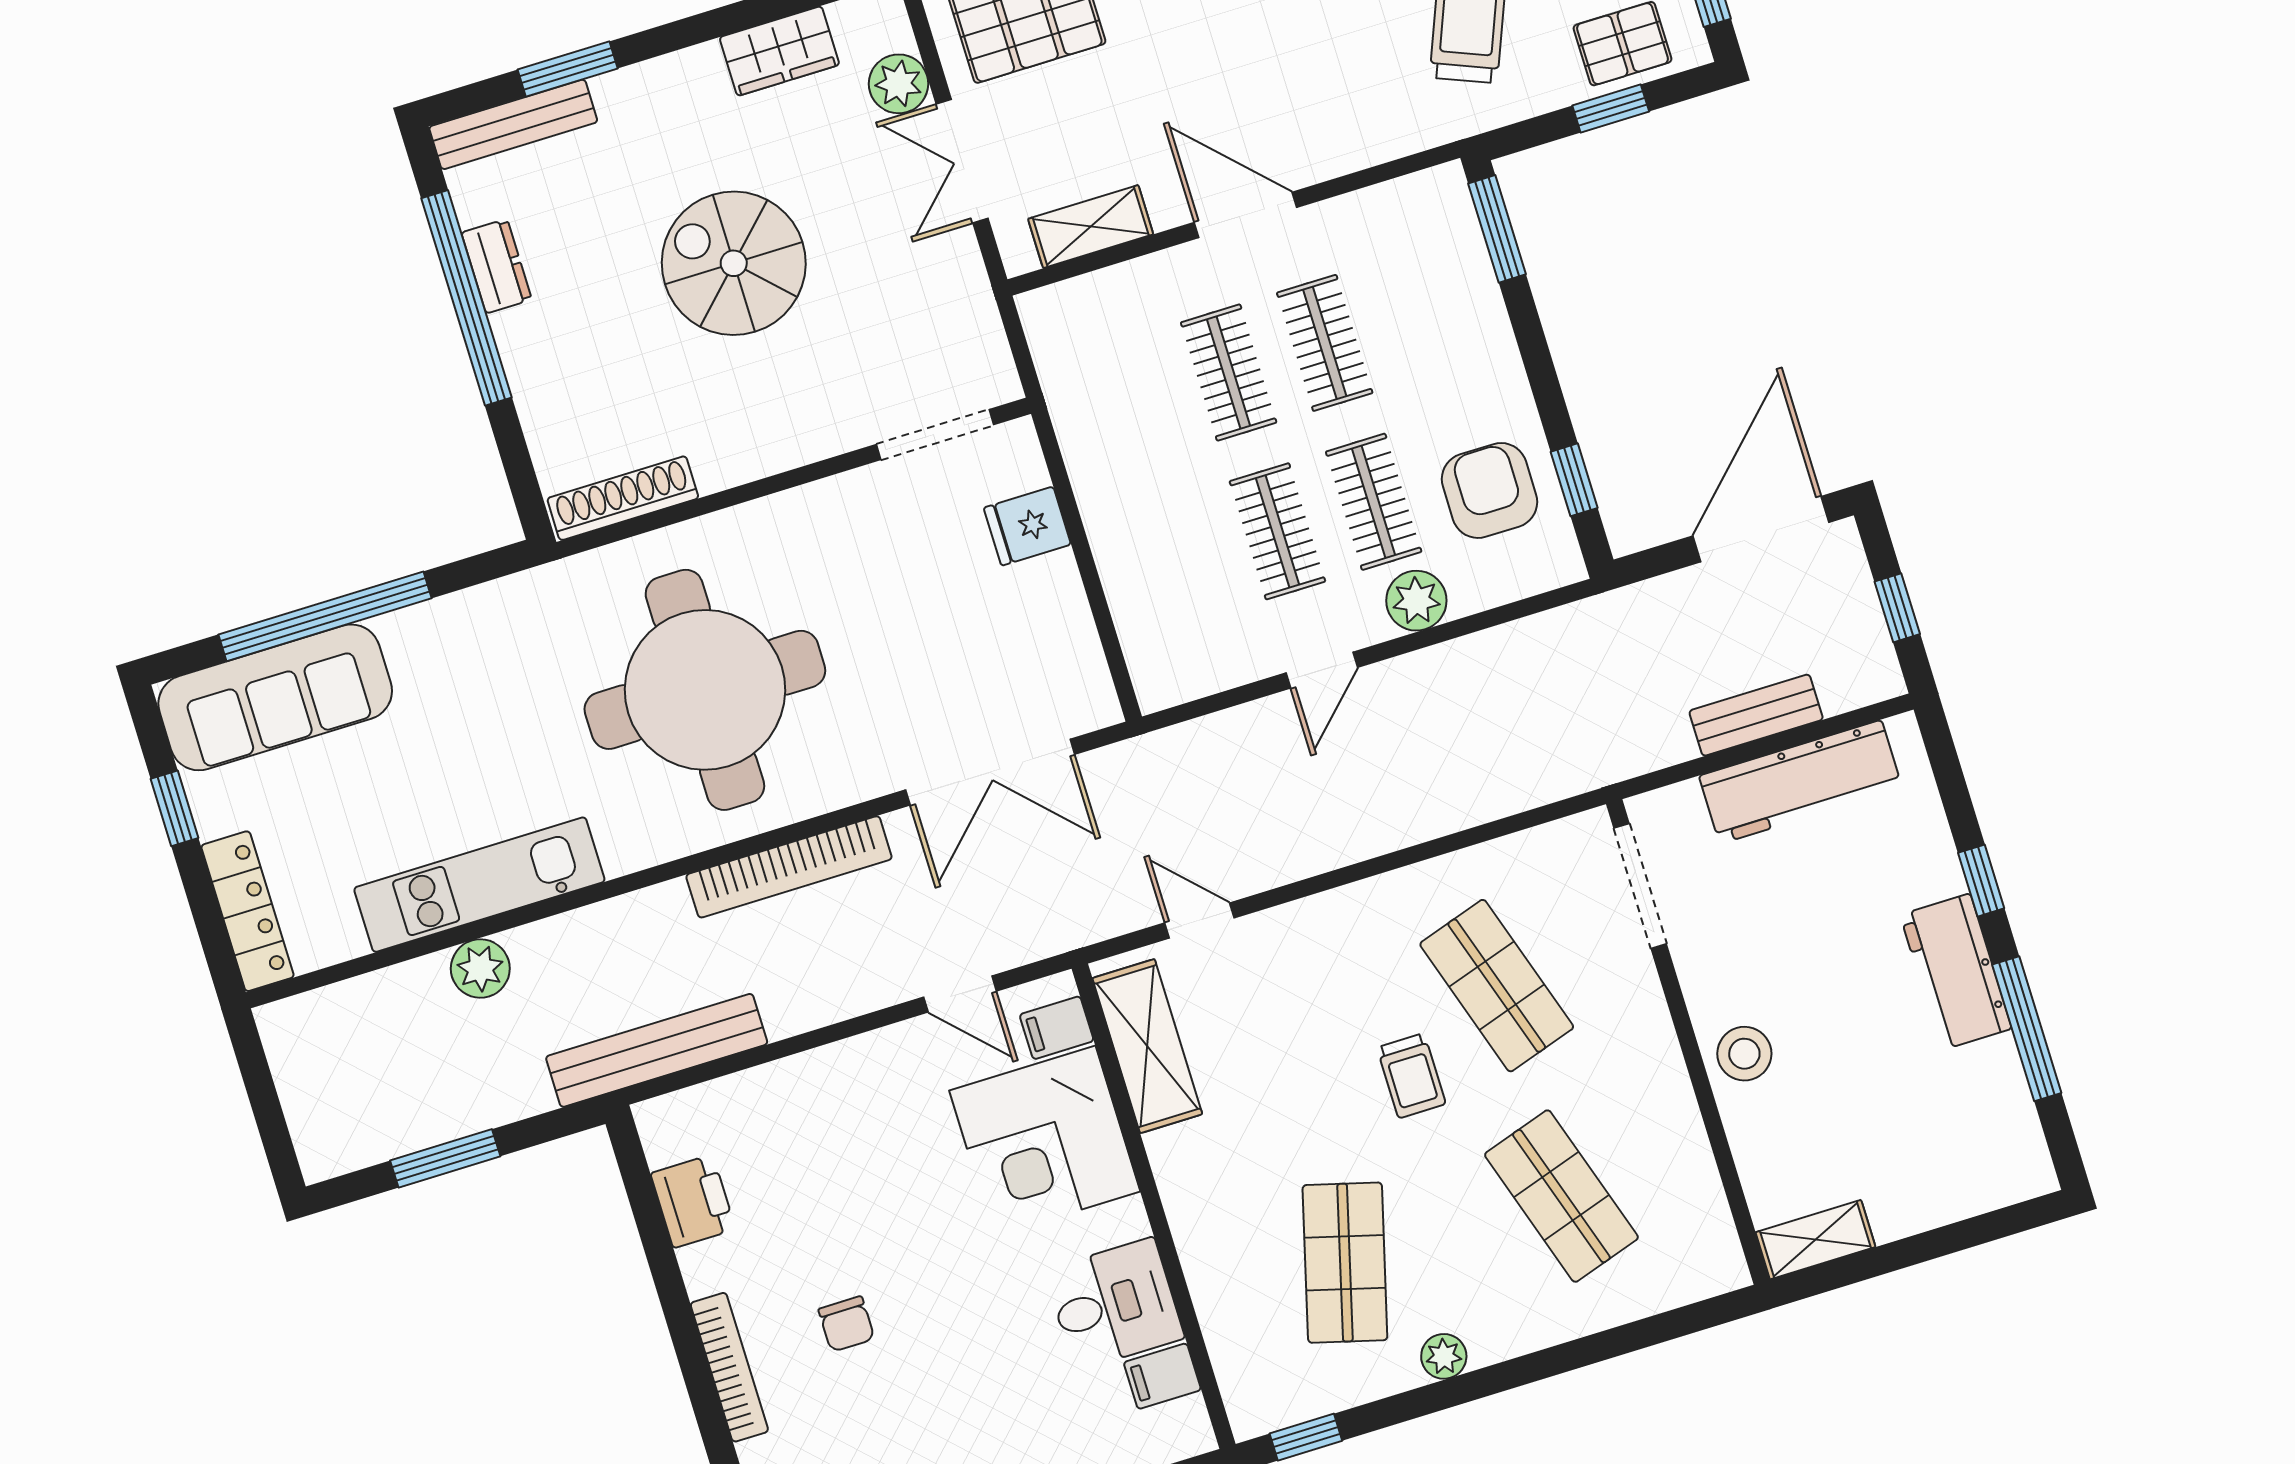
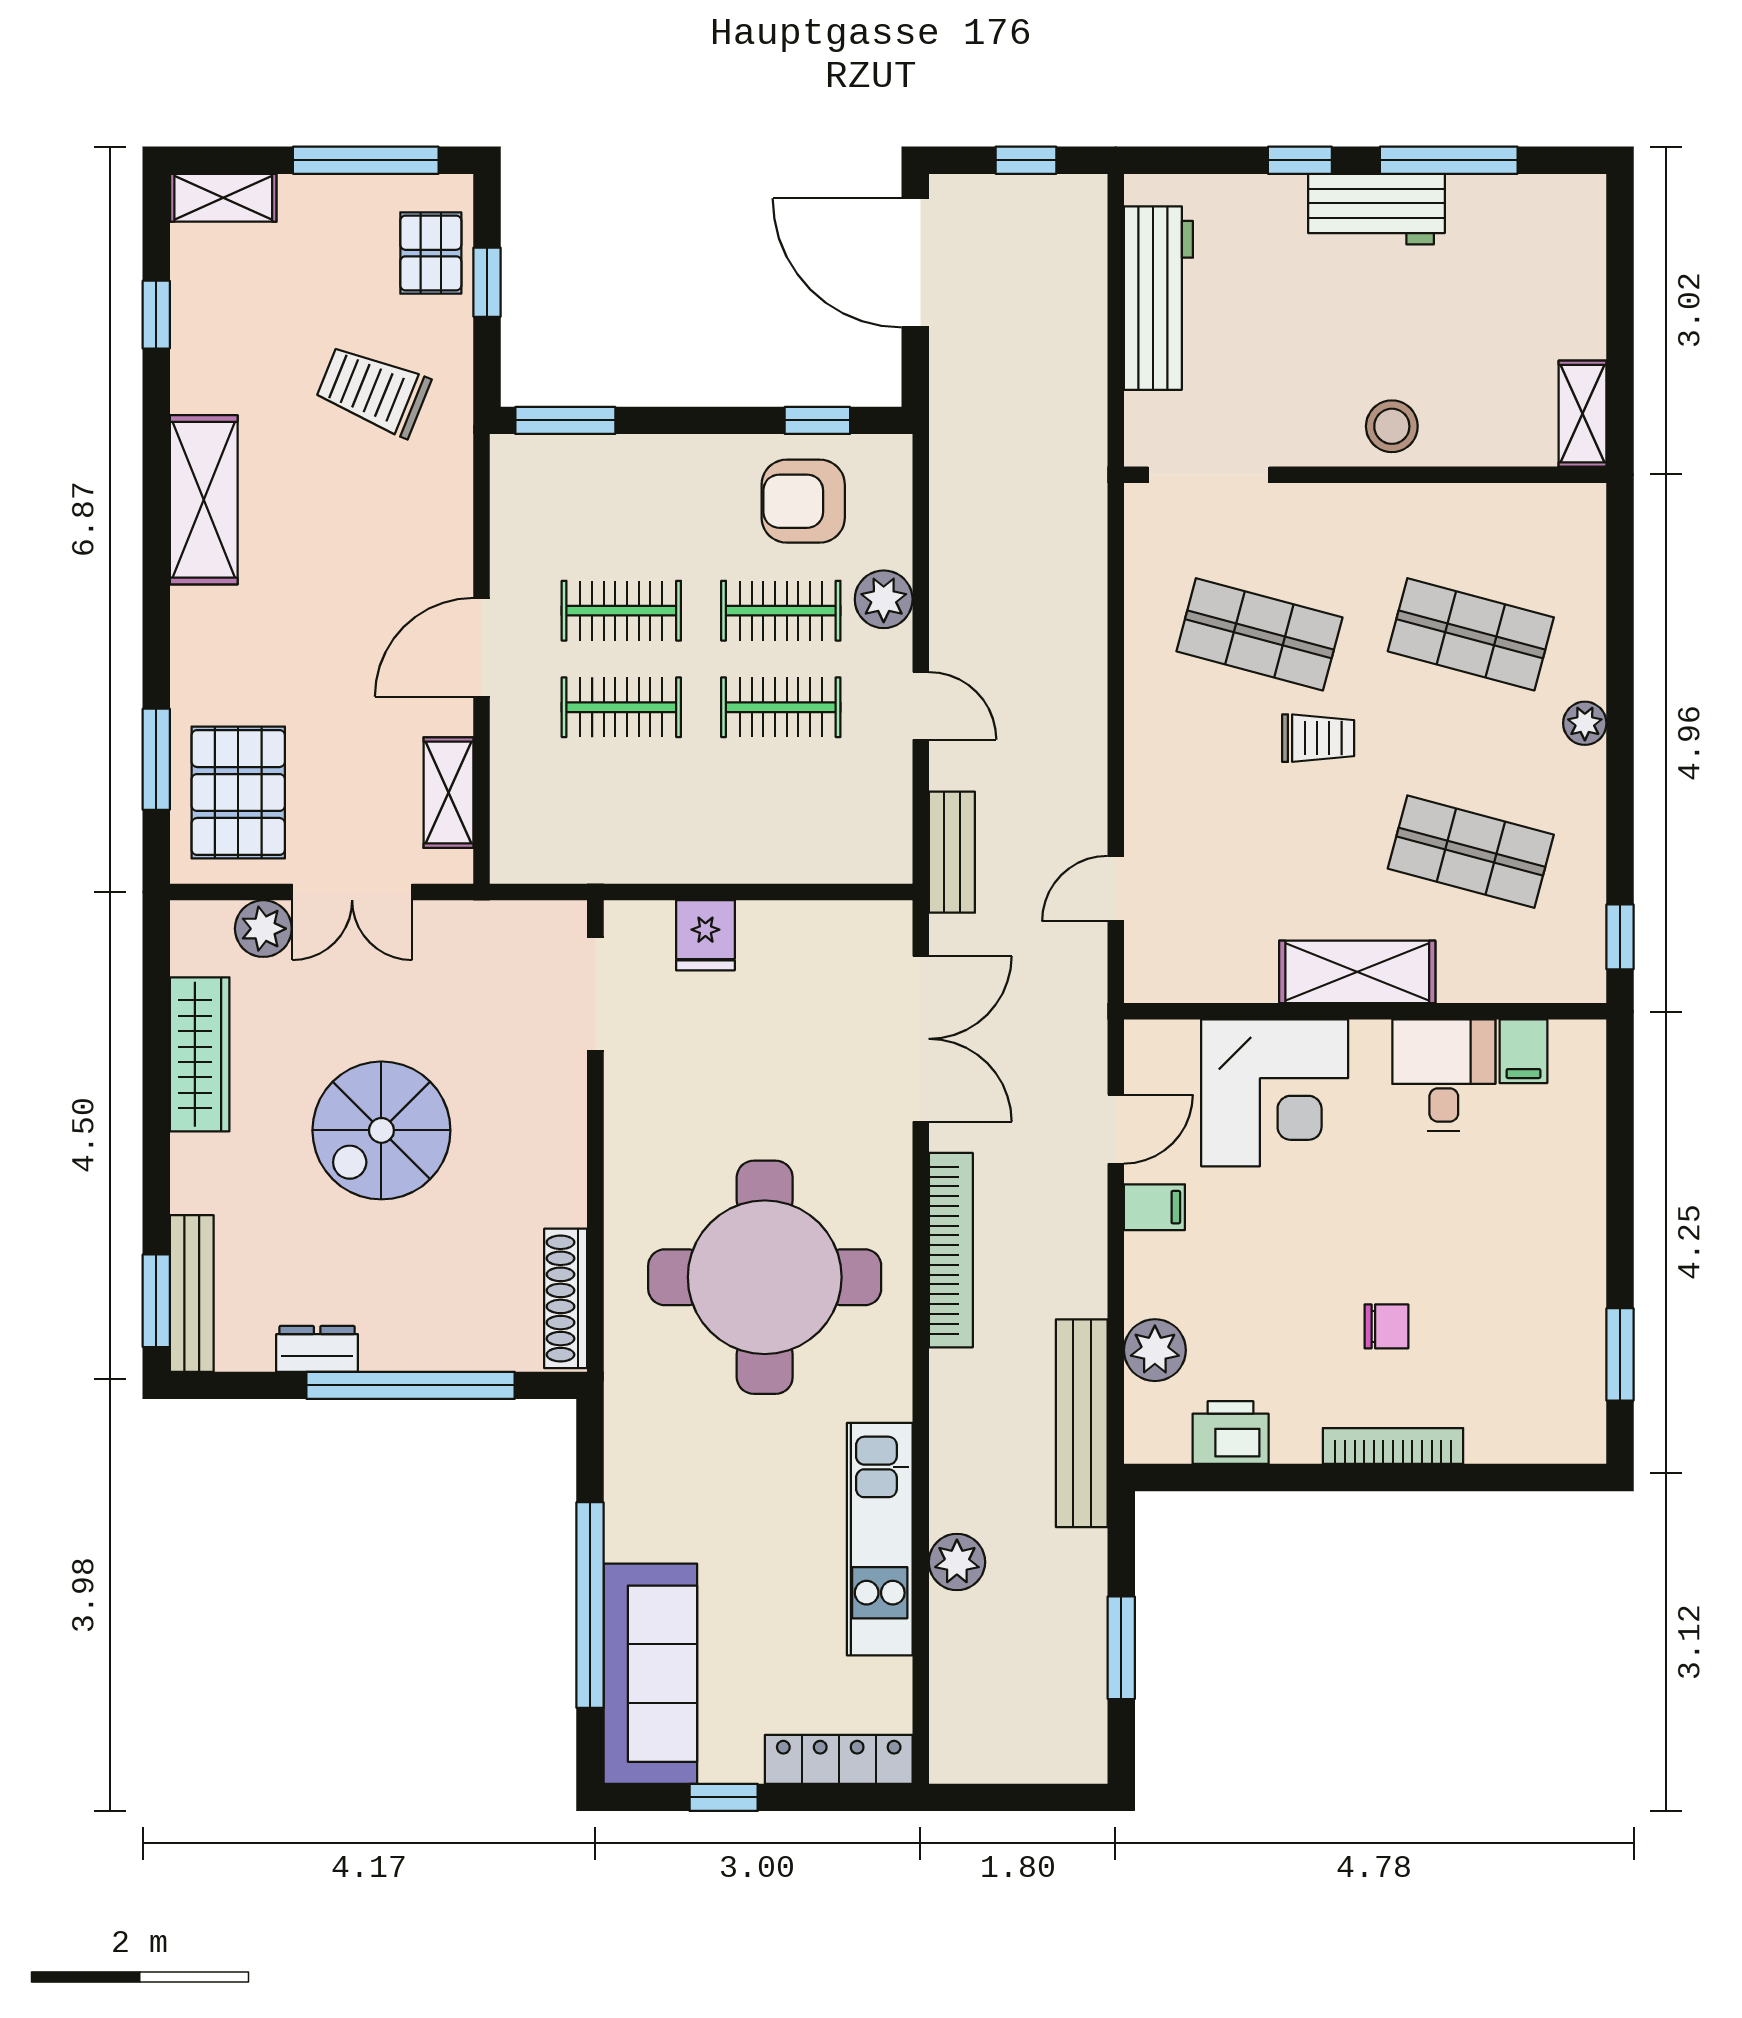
wardrobe: (779, 51) -> (200, 1054), width x1.50
window: (568, 69) -> (156, 1301), moved
window: (466, 298) -> (411, 1385), moved
bench: (1756, 715) -> (952, 852), moved
shop shelf: (1497, 986) -> (1259, 634), turned 33
filing cabinet: (1057, 1028) -> (1154, 1207), moved, turned -90
shelving: (1147, 1046) -> (1357, 972), moved
plant: (752, 1101) -> (1155, 1350), added
shop shelf: (1561, 1196) -> (1471, 634), turned 33
plant: (1444, 1356) -> (1585, 723), moved

